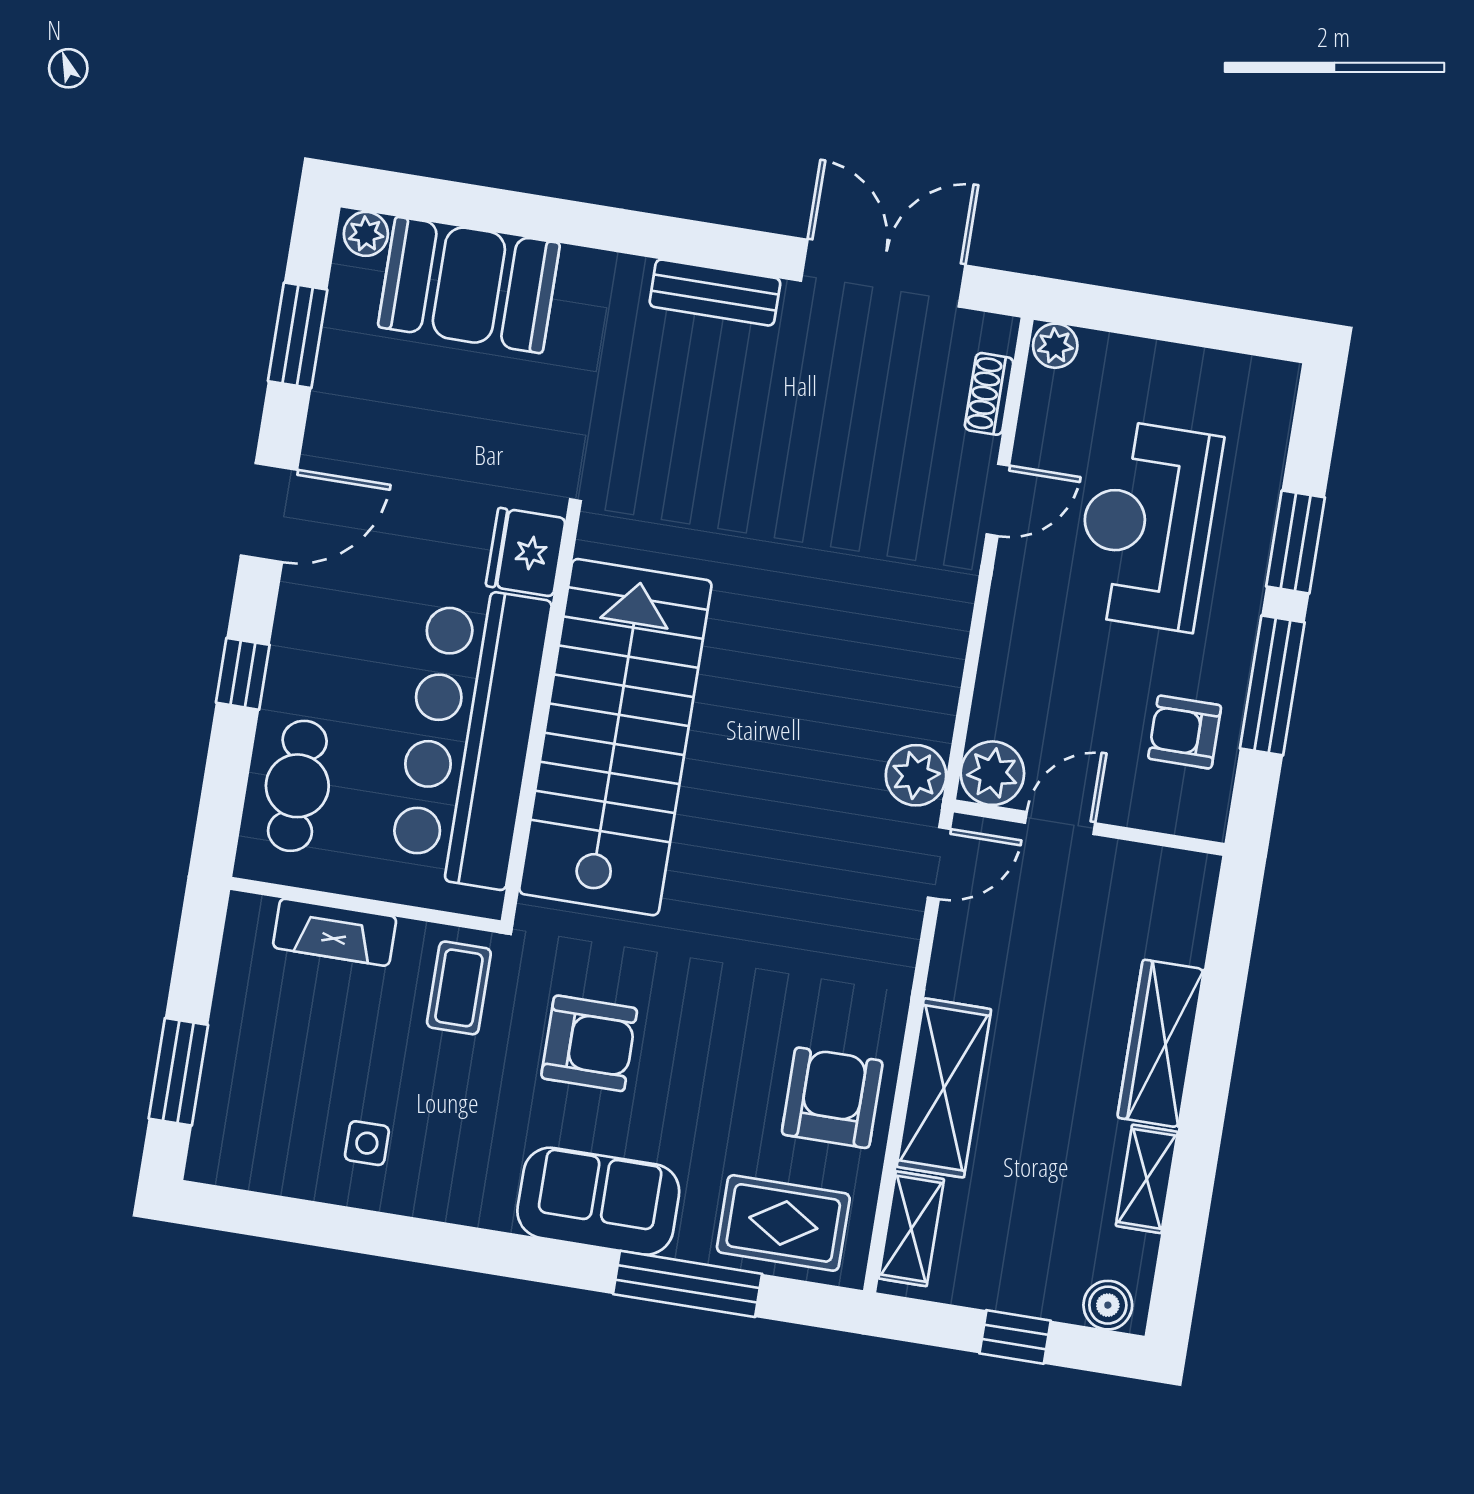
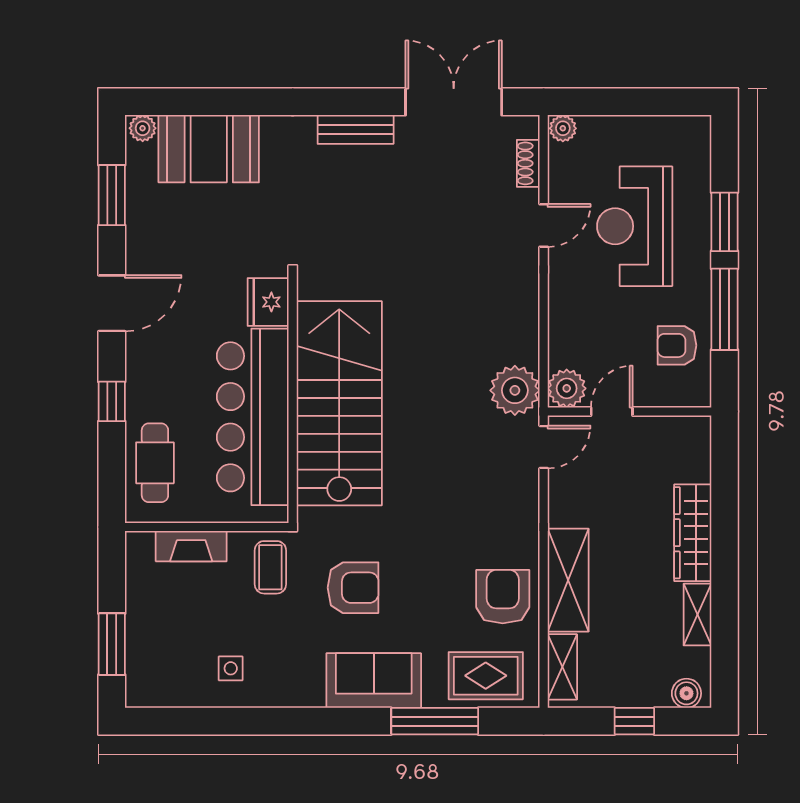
plant: (916, 775) -> (515, 390), width x1.36, depth x1.36

